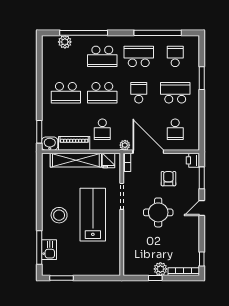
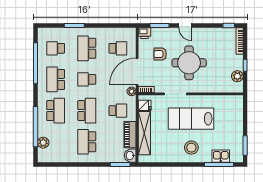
school desk: (66, 93) -> (87, 142), turned 180
round table: (158, 212) -> (189, 63), width x1.36, depth x1.36
plant: (160, 269) -> (237, 76), moved

